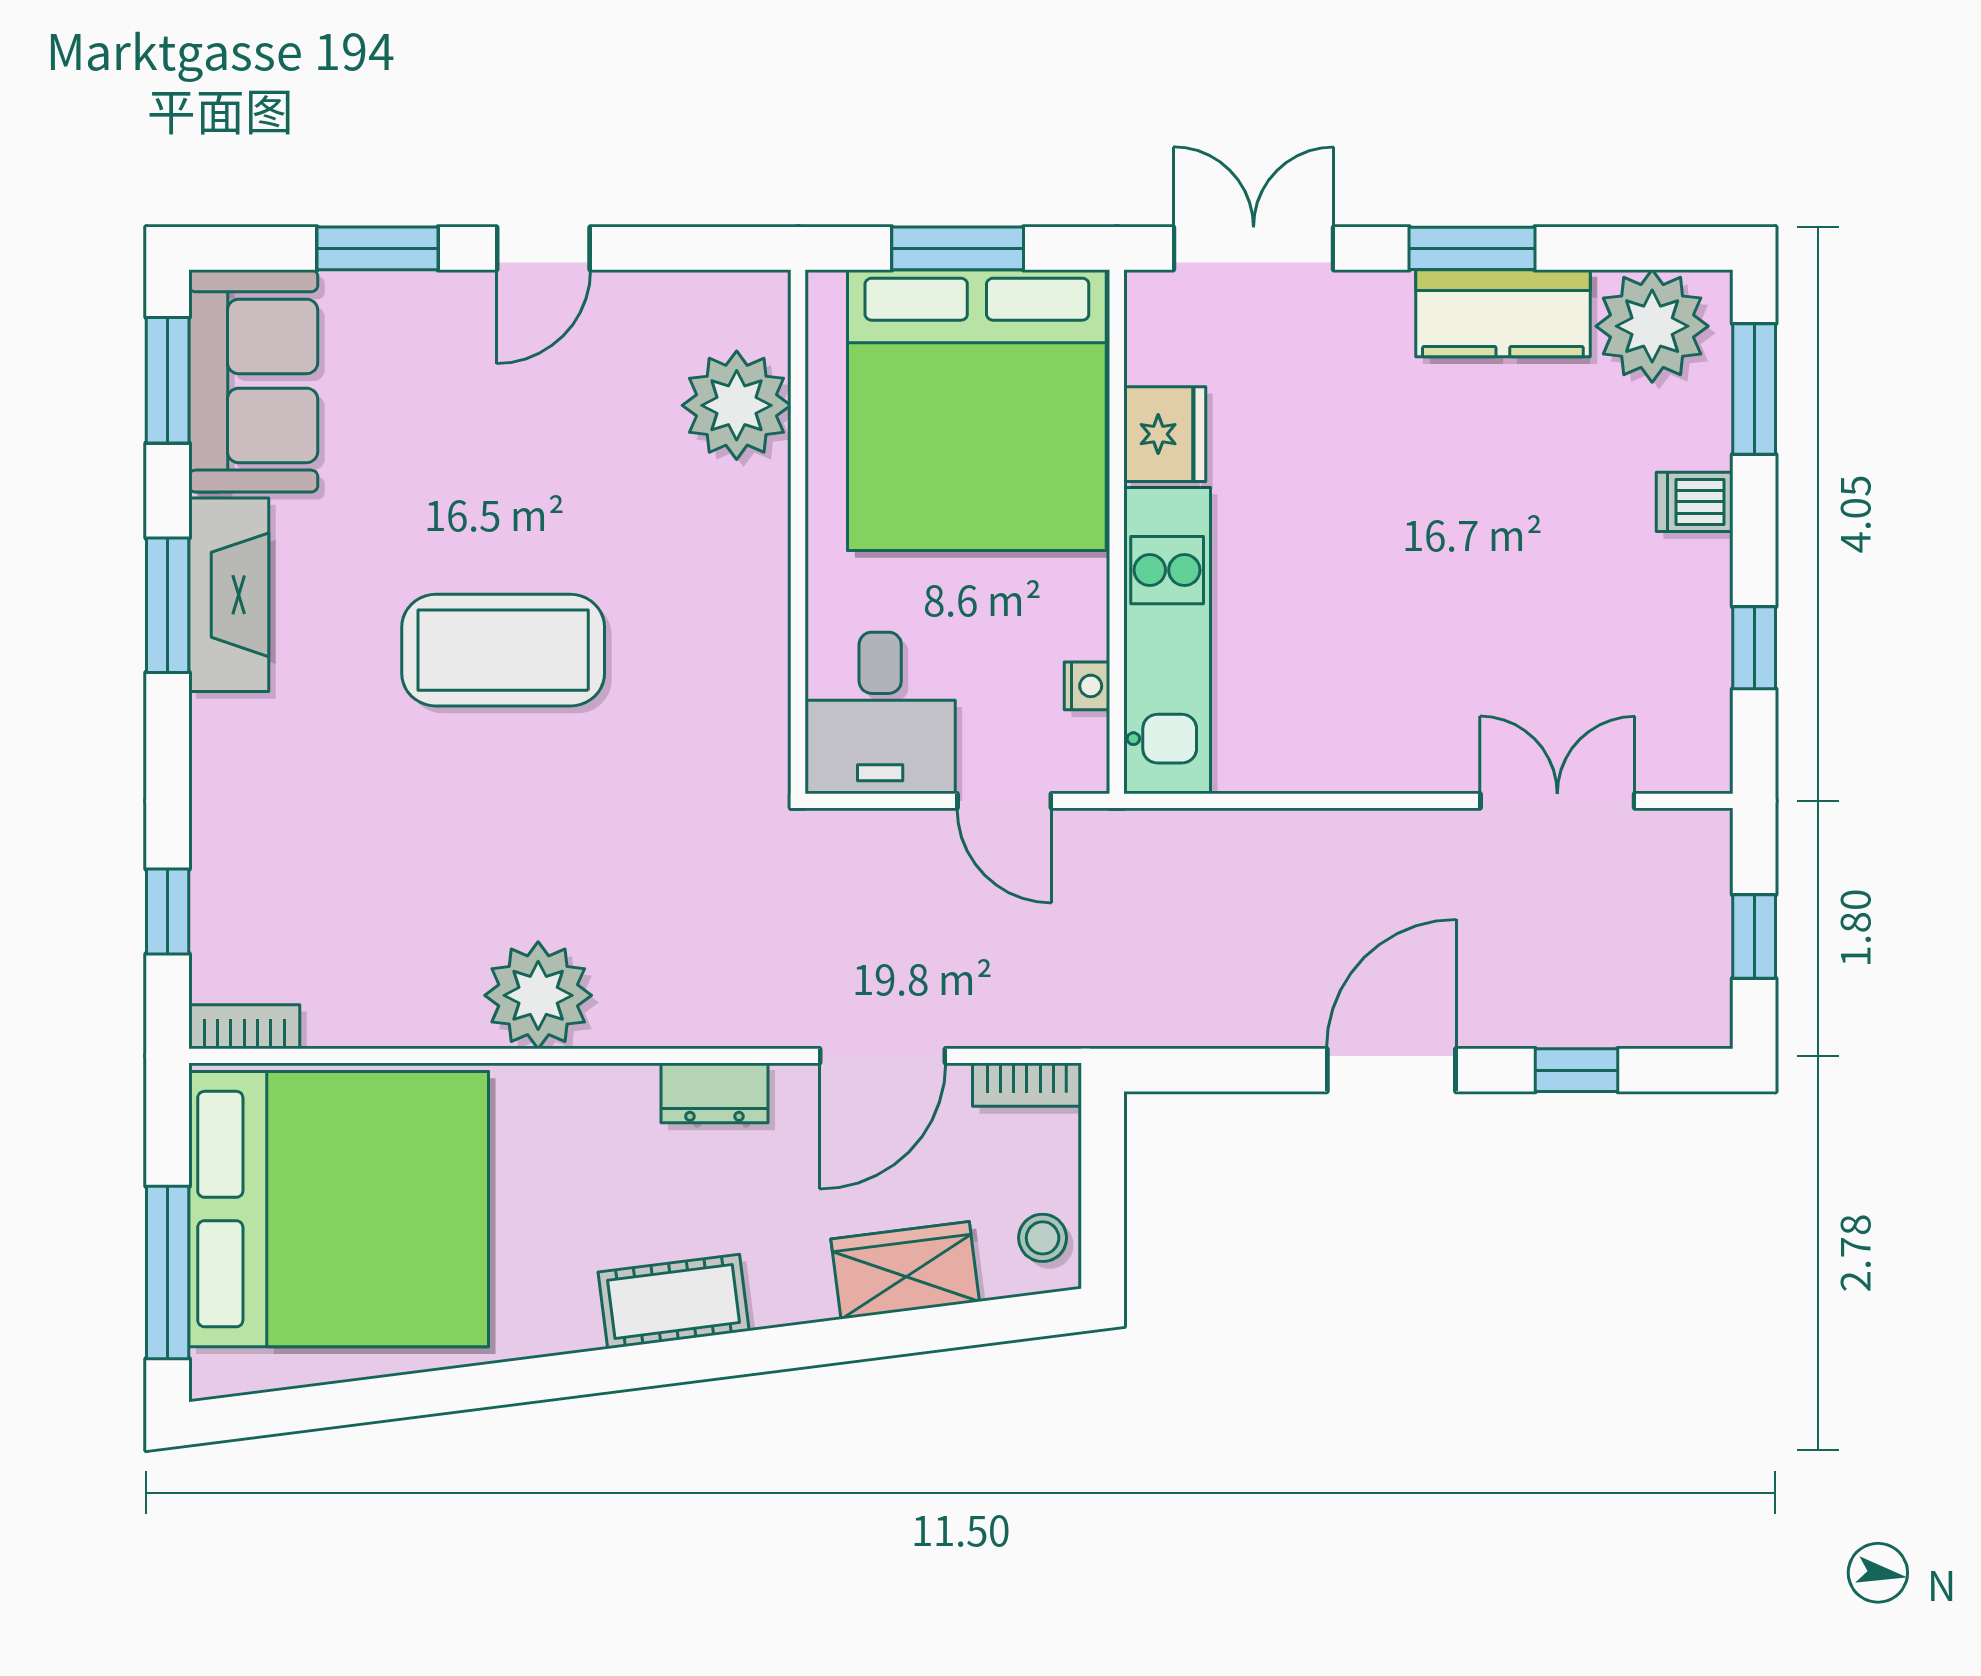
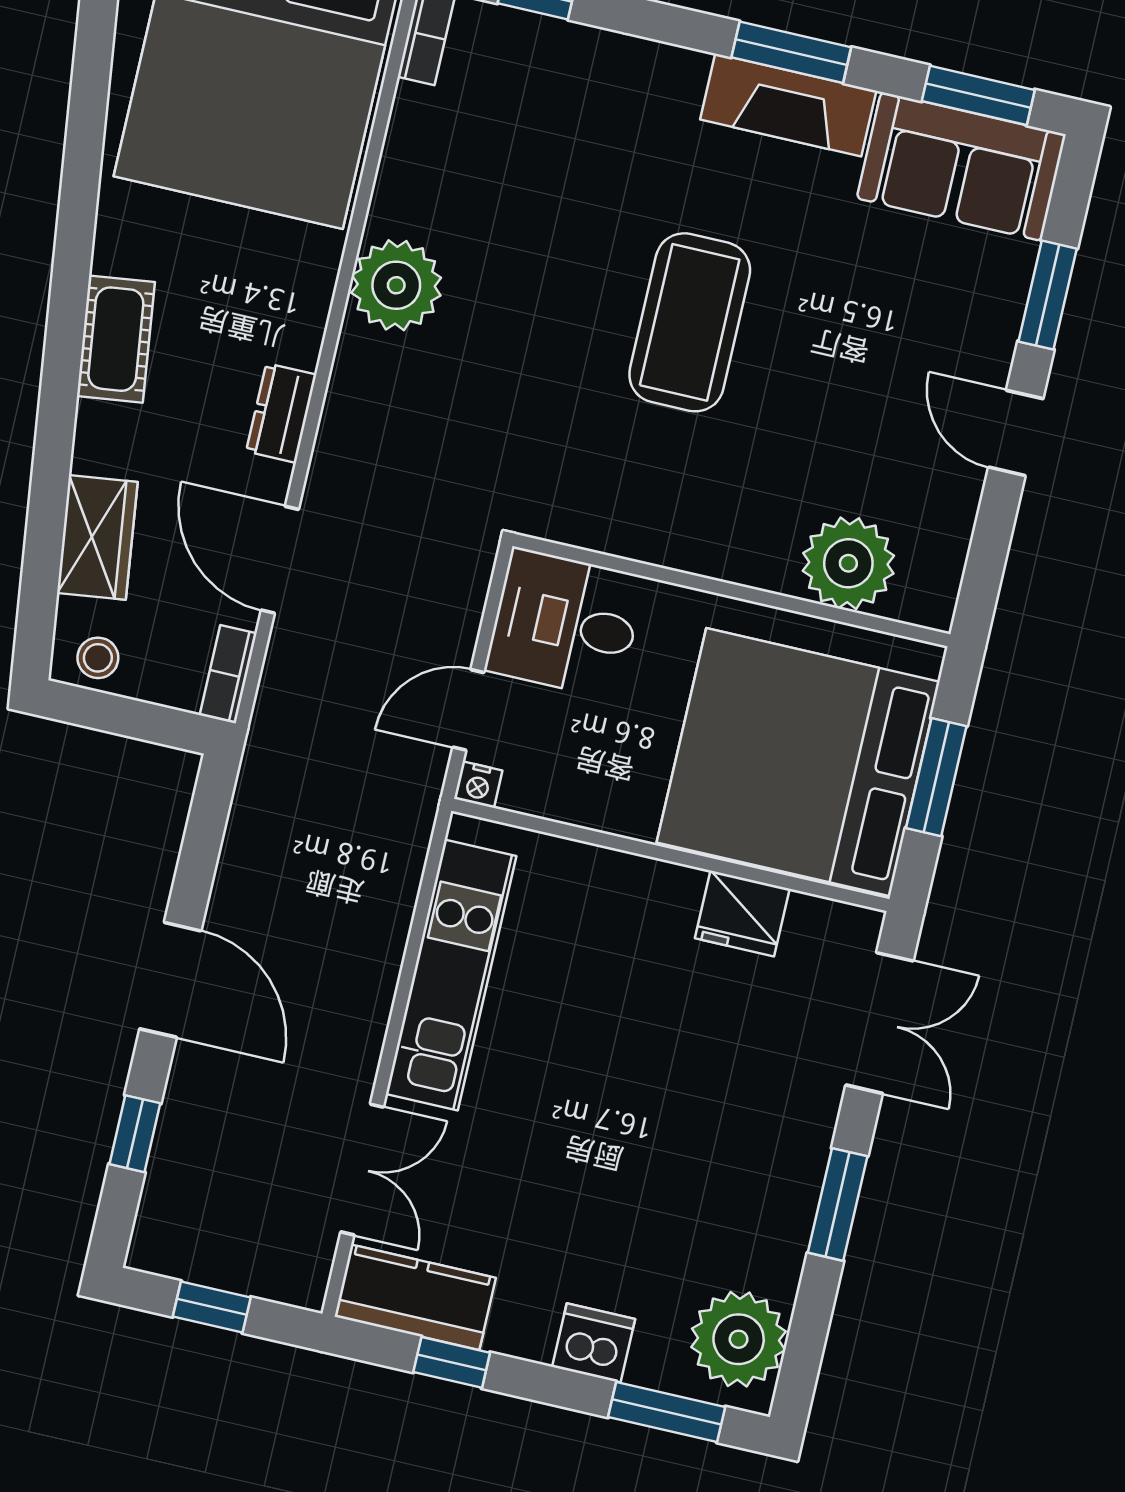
kitchen counter: (1503, 313) -> (415, 1297), moved, turned 90
dishwasher: (1695, 502) -> (594, 1343), width x1.38
kitchen unit: (1167, 641) -> (451, 975), moved, turned -90
nightstand: (1087, 686) -> (478, 785), moved

